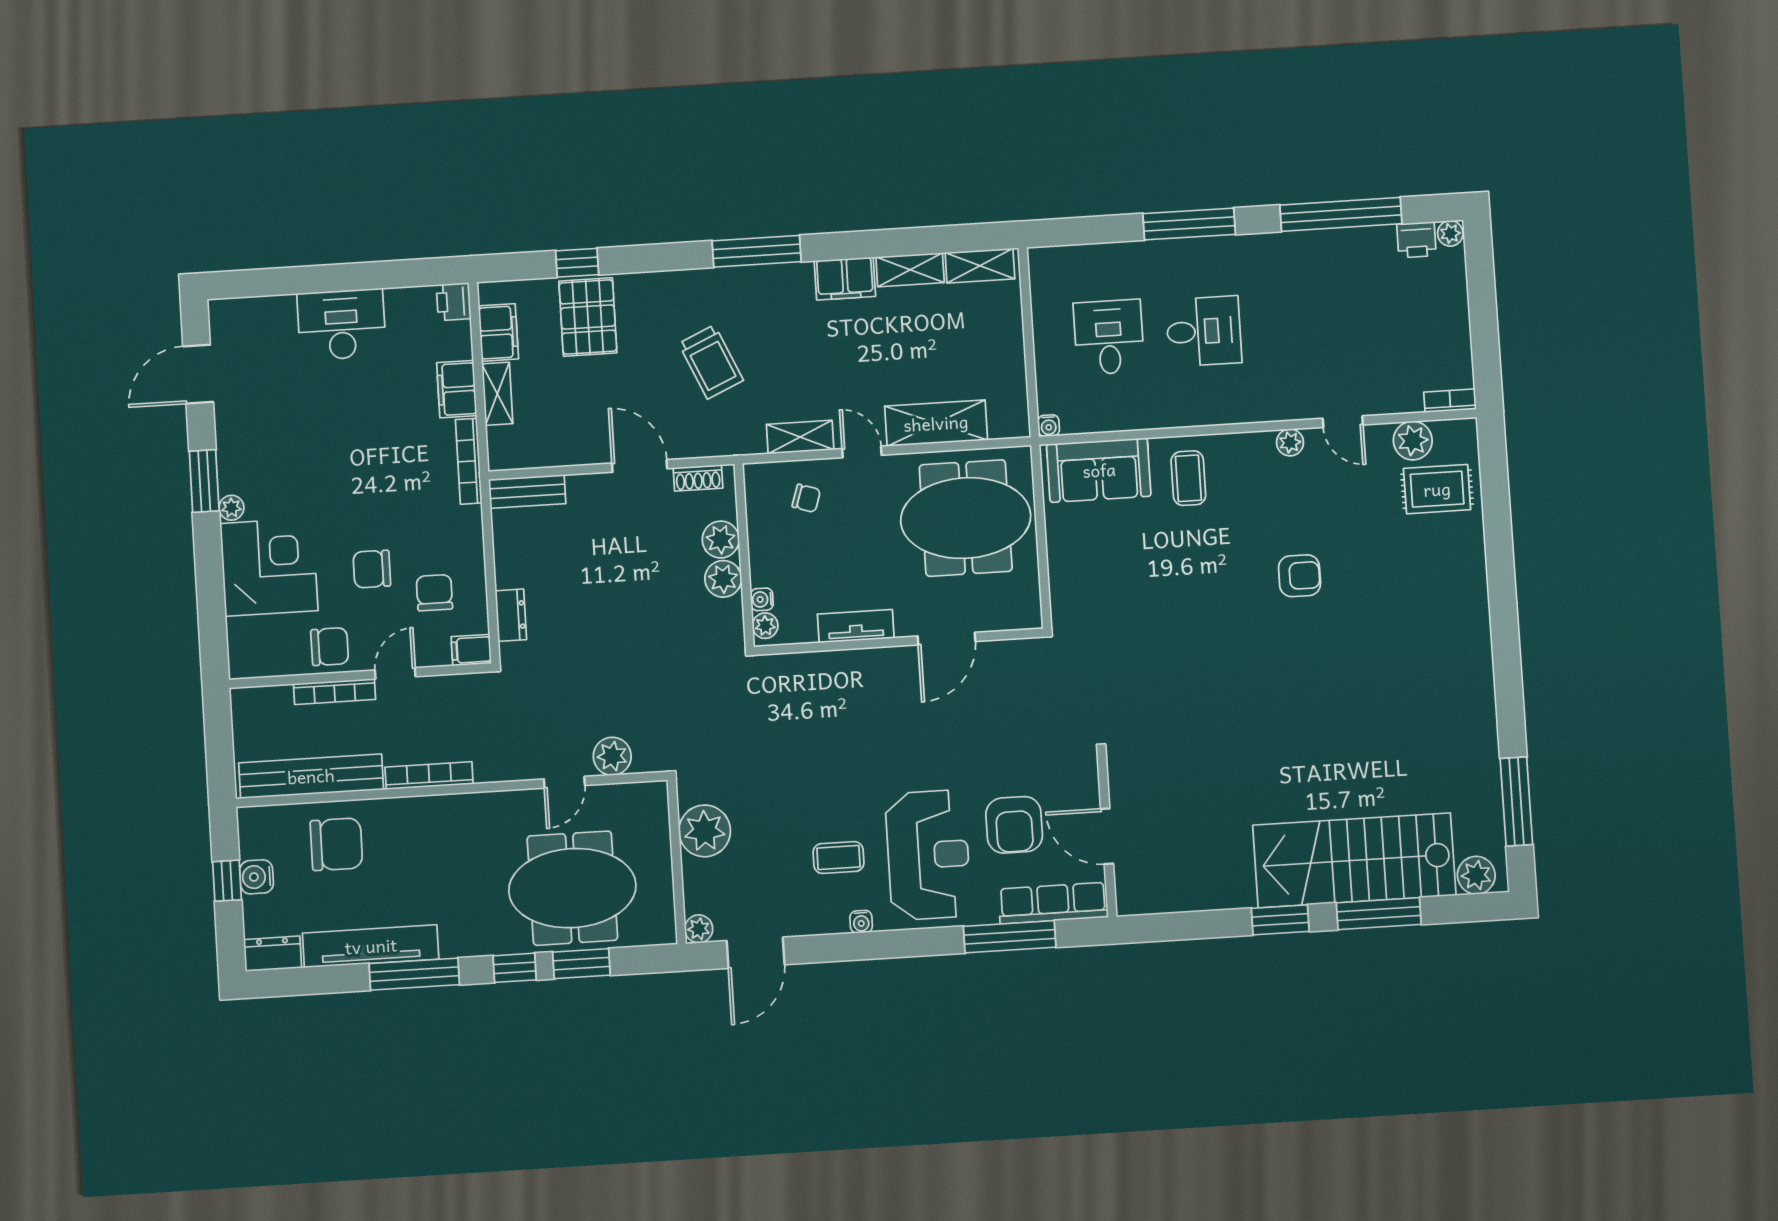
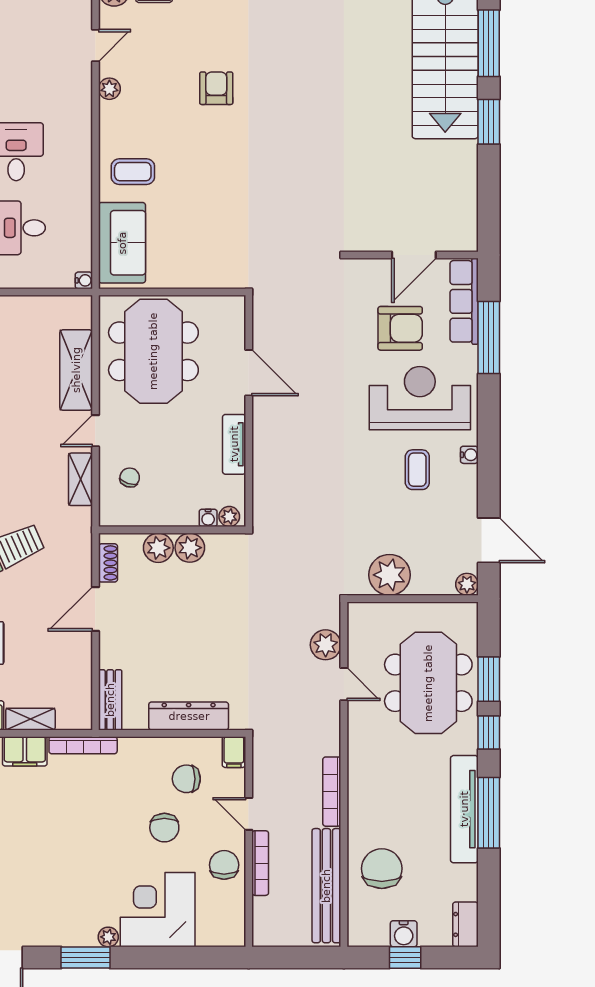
dresser: (511, 615) -> (189, 716), width x1.96, depth x1.24
tv unit: (371, 946) -> (464, 809), moved

